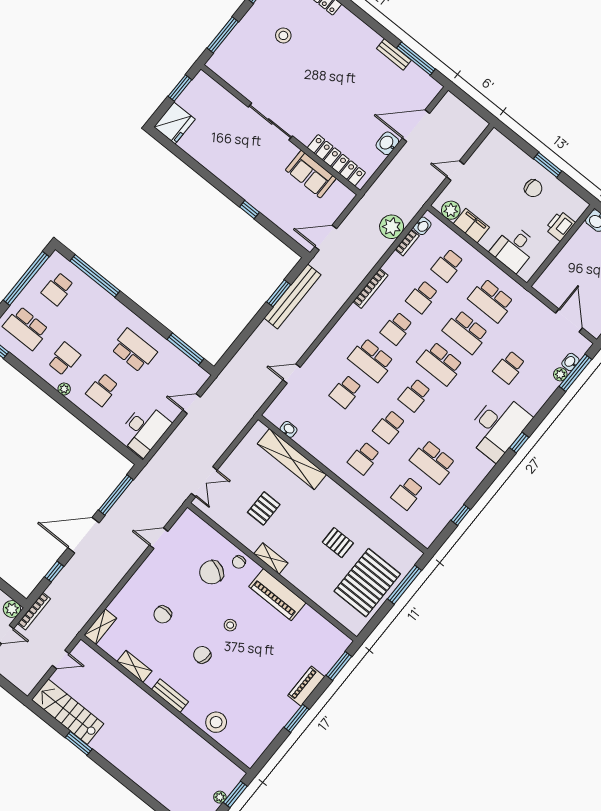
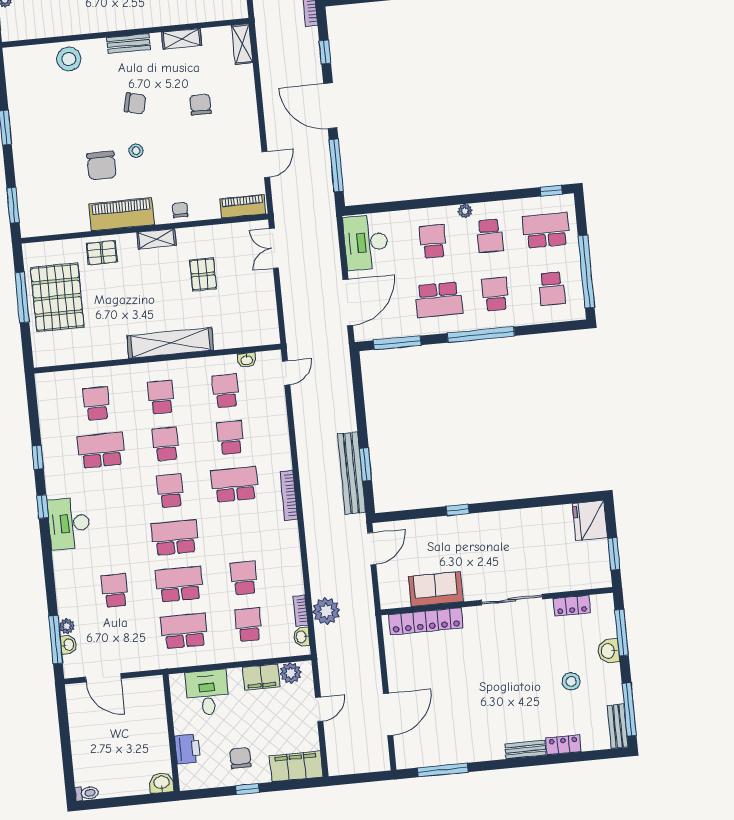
bench: (394, 54) -> (525, 749), moved
locker: (237, 82) -> (572, 606), added
washbasin: (387, 143) -> (608, 651), moved, turned 180
filing cabinet: (504, 149) -> (296, 766), added
window: (548, 165) -> (247, 789), width x0.67
chair: (533, 188) -> (240, 758), turned 90
window: (95, 276) -> (481, 335), moved
bookcase: (370, 288) -> (289, 495), moved
school desk: (58, 289) -> (552, 289), turned 180
school desk: (96, 320) -> (495, 294), added
school desk: (397, 328) -> (226, 391), moved
door: (291, 374) -> (286, 373), moved
door: (192, 404) -> (348, 302), width x1.87
desk: (498, 427) -> (69, 523), width x0.73, depth x0.77
window: (519, 443) -> (43, 507), moved
shelving: (292, 459) -> (170, 343), moved
window: (461, 515) -> (38, 457), moved
door: (83, 535) -> (330, 106), swing flipped
pallet: (338, 543) -> (102, 253), moved
chair: (212, 572) -> (102, 166), moved, turned 152
window: (404, 585) -> (22, 297), moved
piano: (306, 686) -> (243, 206), moved, turned -90

